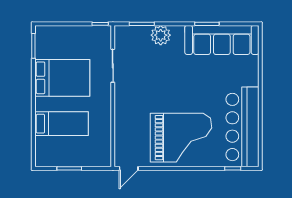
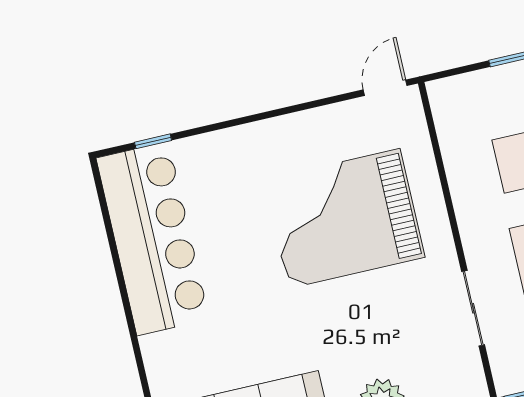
grand piano: (181, 138) -> (344, 218), moved

